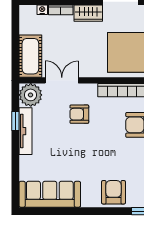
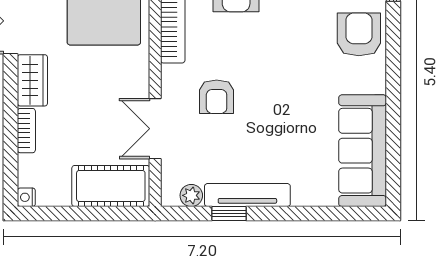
nightstand: (42, 10) -> (26, 197), moved
plant: (31, 95) -> (191, 195), width x0.53, depth x0.53
armchair: (113, 192) -> (359, 34), turned 90

